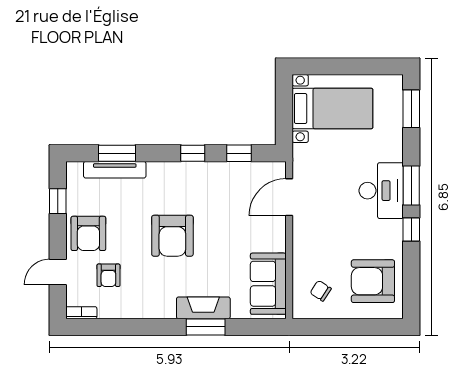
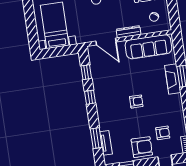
tv unit: (115, 170) -> (106, 143), width x0.71
armchair: (172, 236) -> (136, 101), width x0.53, depth x0.53
dresser: (301, 241) -> (129, 32), added
sofa: (268, 284) -> (148, 47), width x1.36

